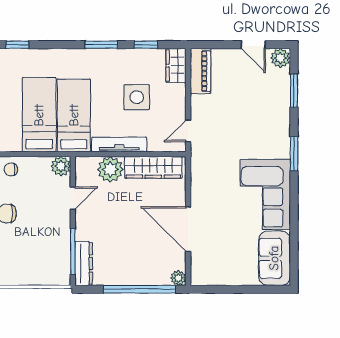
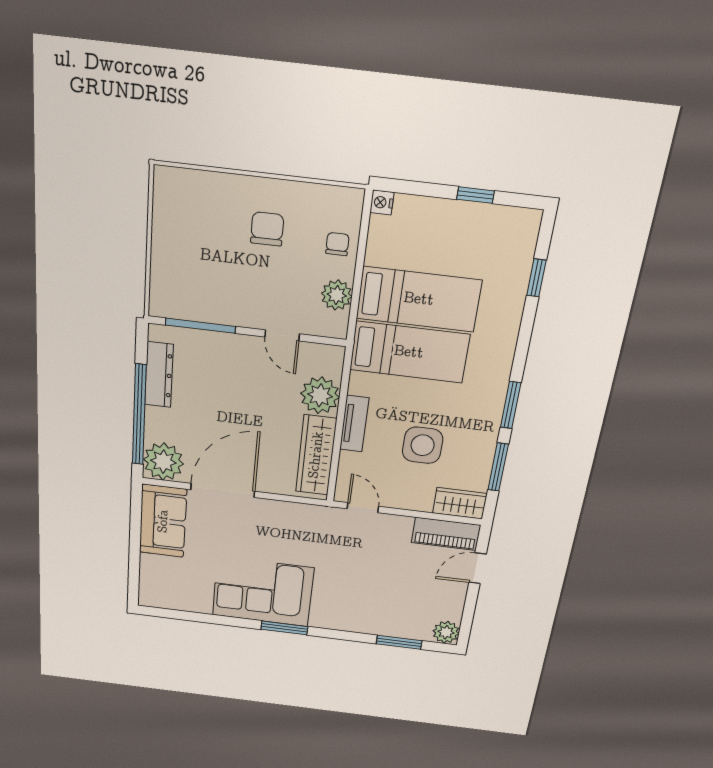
window: (146, 45) -> (498, 467), width x1.50
door: (253, 45) -> (478, 568), moved
tv unit: (119, 145) -> (354, 424), width x0.71
window: (294, 154) -> (284, 628), moved
plant: (61, 166) -> (337, 295), moved
sofa: (274, 258) -> (163, 521), moved, turned 90
dresser: (84, 263) -> (159, 375), moved, turned -90
plant: (178, 278) -> (163, 462), width x1.88, depth x1.88

